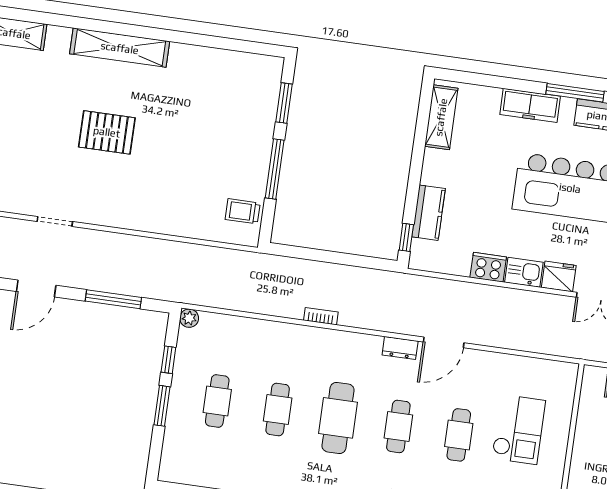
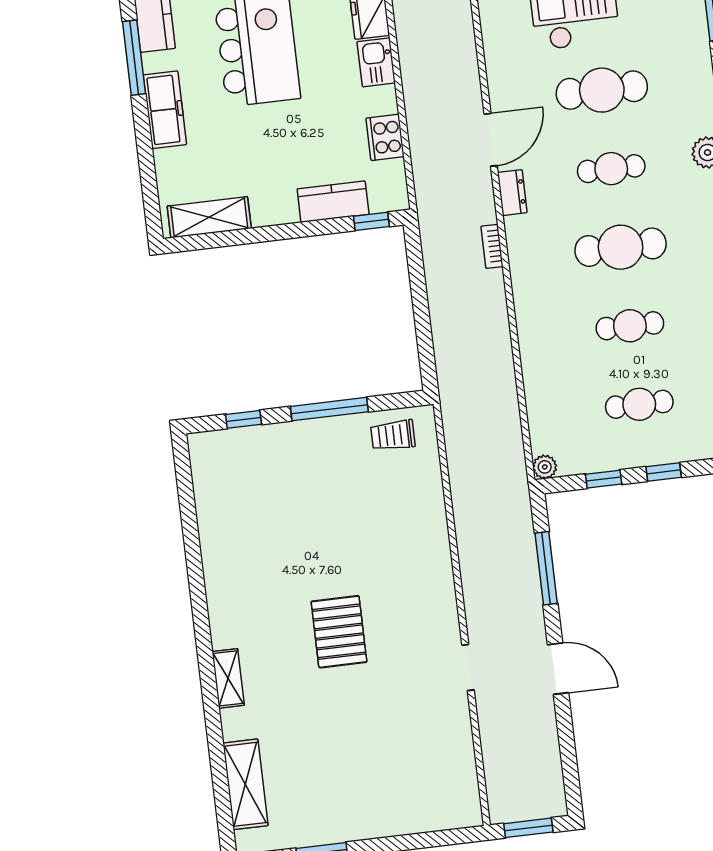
shelving: (120, 48) -> (228, 678), width x0.45, depth x0.75
window: (284, 103) -> (243, 419), width x0.67
trolley: (243, 211) -> (393, 435), turned 90
cooker: (488, 267) -> (385, 137), moved
bookcase: (321, 316) -> (492, 246), moved
door: (444, 342) -> (491, 140), hinge flipped
window: (162, 406) -> (664, 472), width x0.67
cafe table: (459, 435) -> (602, 90), width x1.37, depth x1.35

